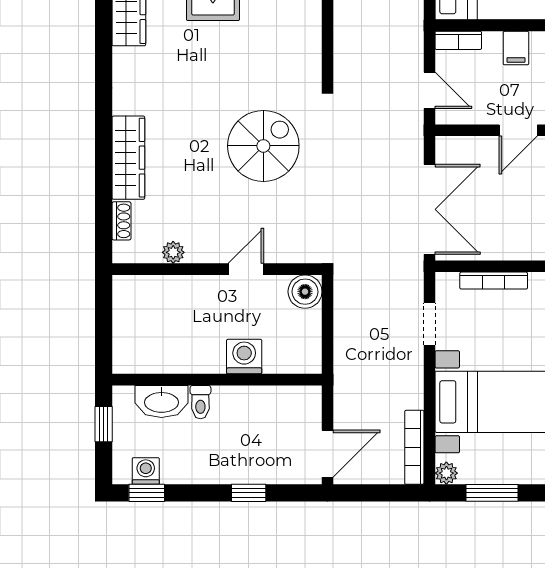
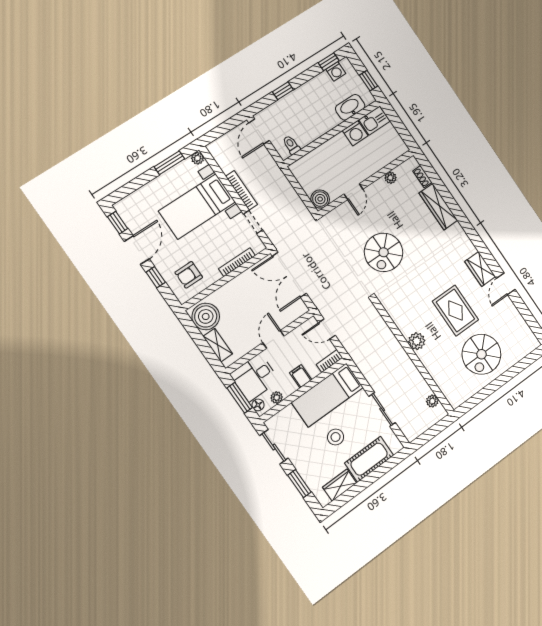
kitchen sink: (137, 357) -> (374, 121), added
washing machine: (244, 357) -> (355, 133), moved
toilet: (200, 402) -> (291, 145), moved
bookcase: (414, 447) -> (242, 190), moved

